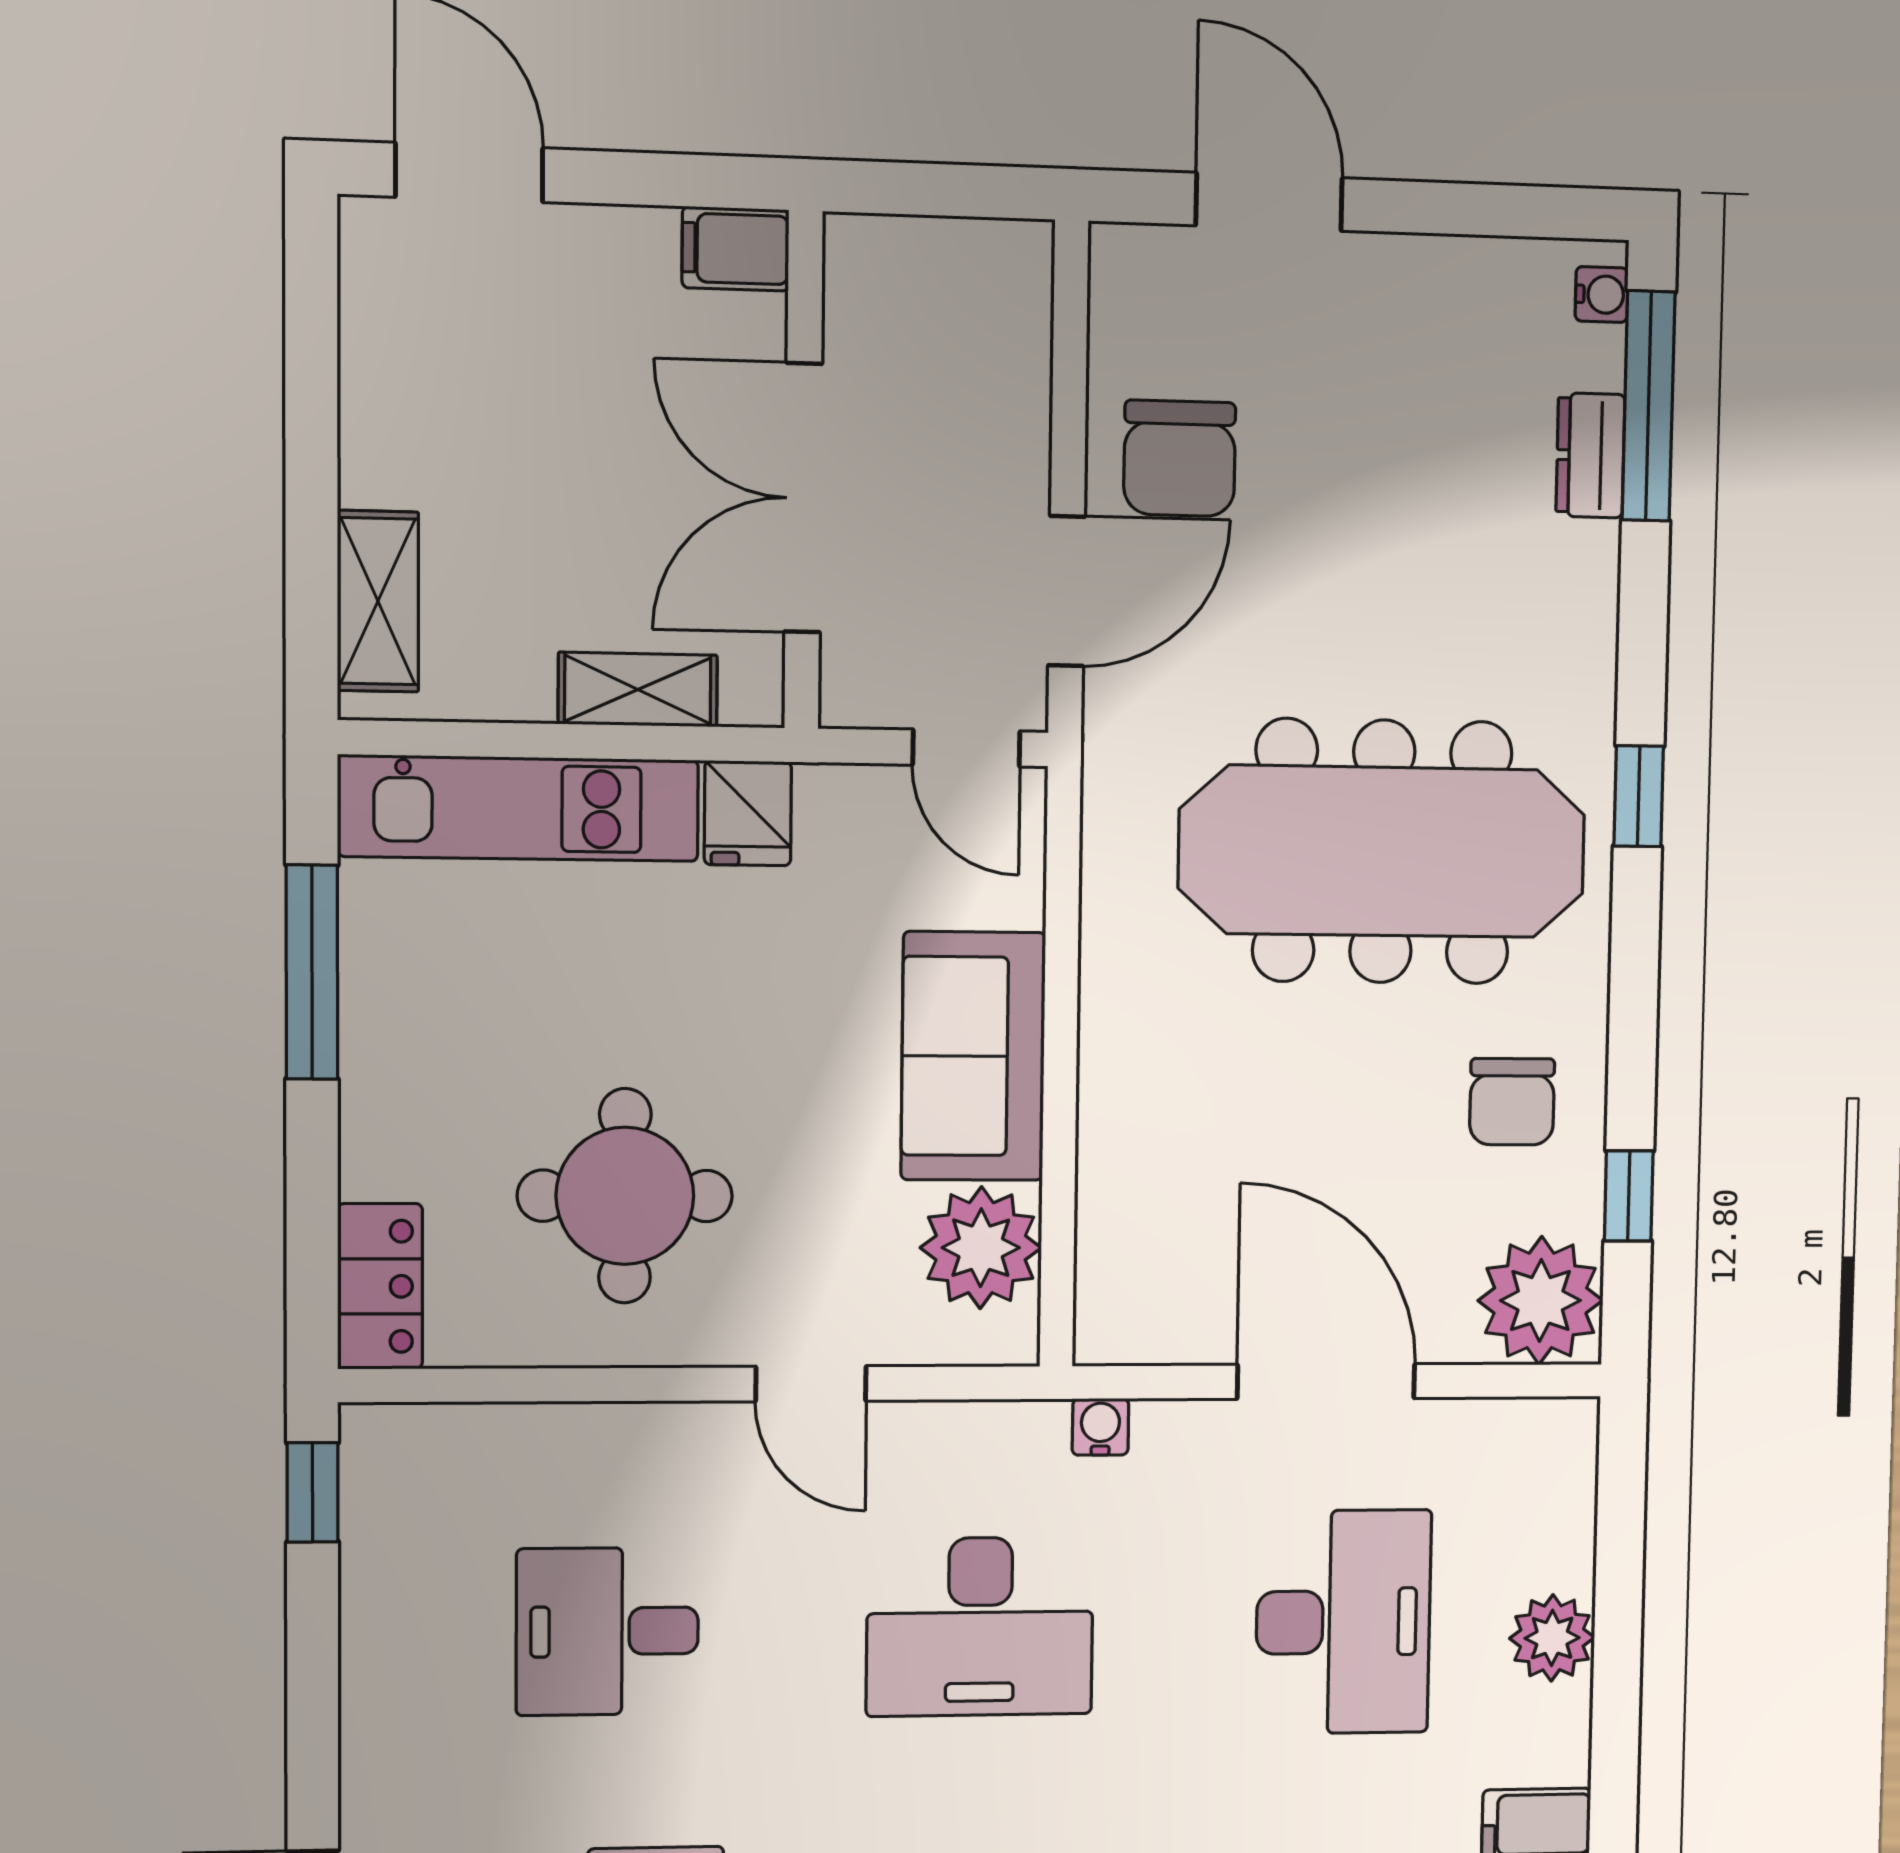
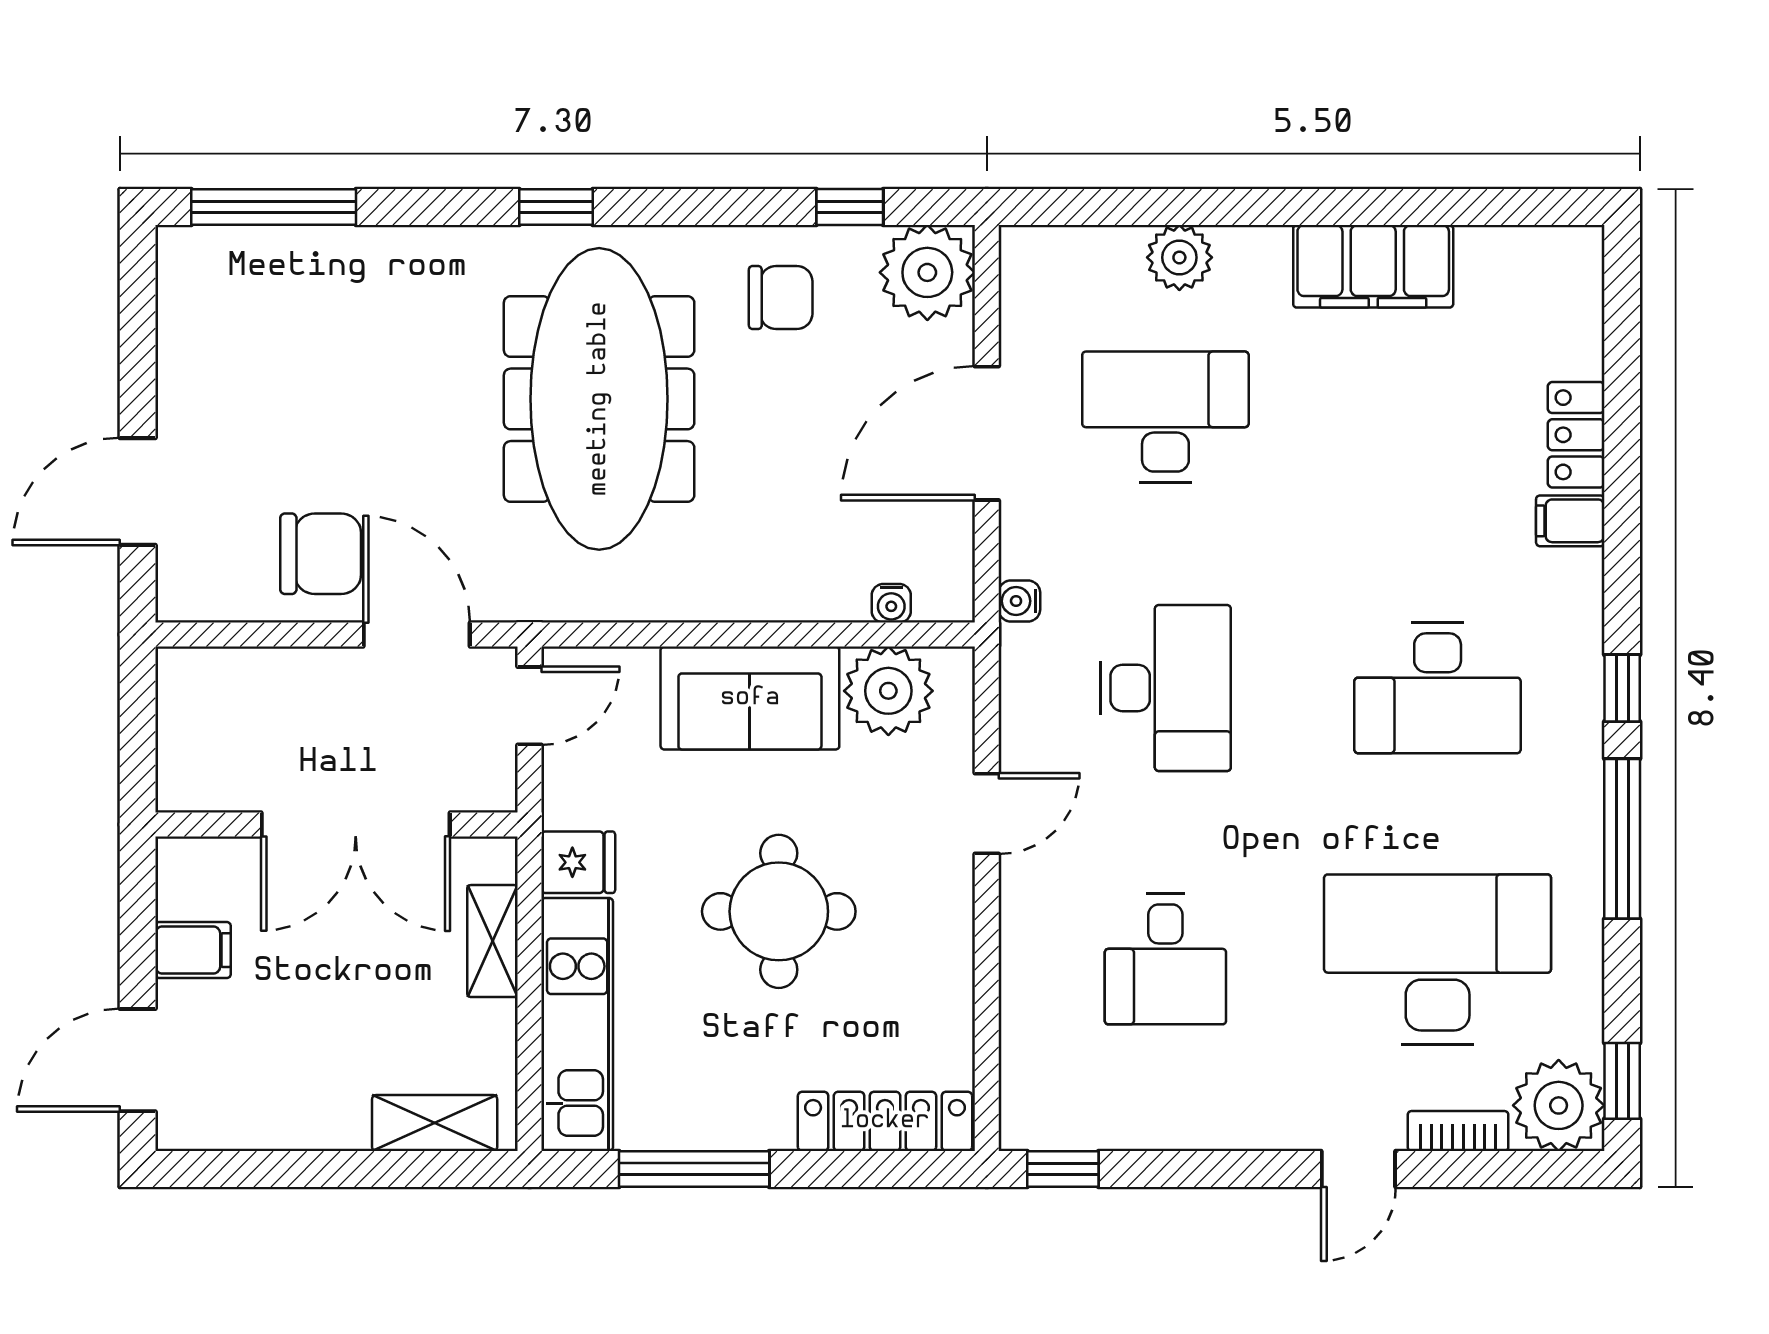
filing cabinet: (736, 249) -> (193, 950), moved, turned -90
water cooler: (1602, 295) -> (891, 603), moved, turned 180
dresser: (1590, 455) -> (310, 250), removed
round table: (625, 1196) -> (779, 911), moved
locker: (380, 1286) -> (885, 1121), width x1.53

